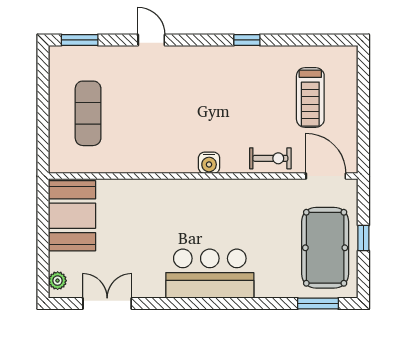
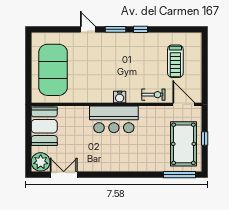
window: (80, 40) -> (116, 29), moved
exercise mat: (88, 113) -> (53, 70), width x2.00, depth x1.45
bar counter: (210, 274) -> (114, 119), moved, turned 180
plant: (58, 281) -> (41, 162), width x1.87, depth x1.87
window: (318, 303) -> (180, 175), width x1.44

